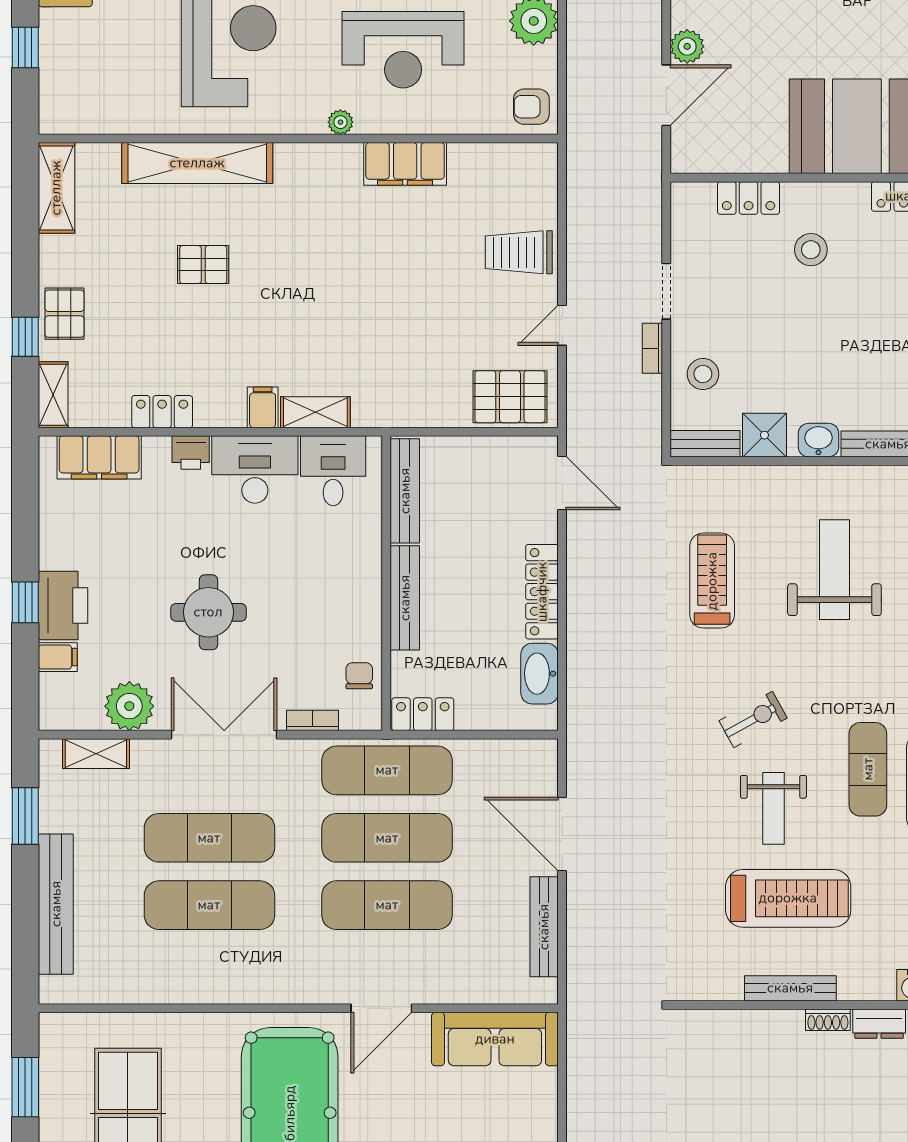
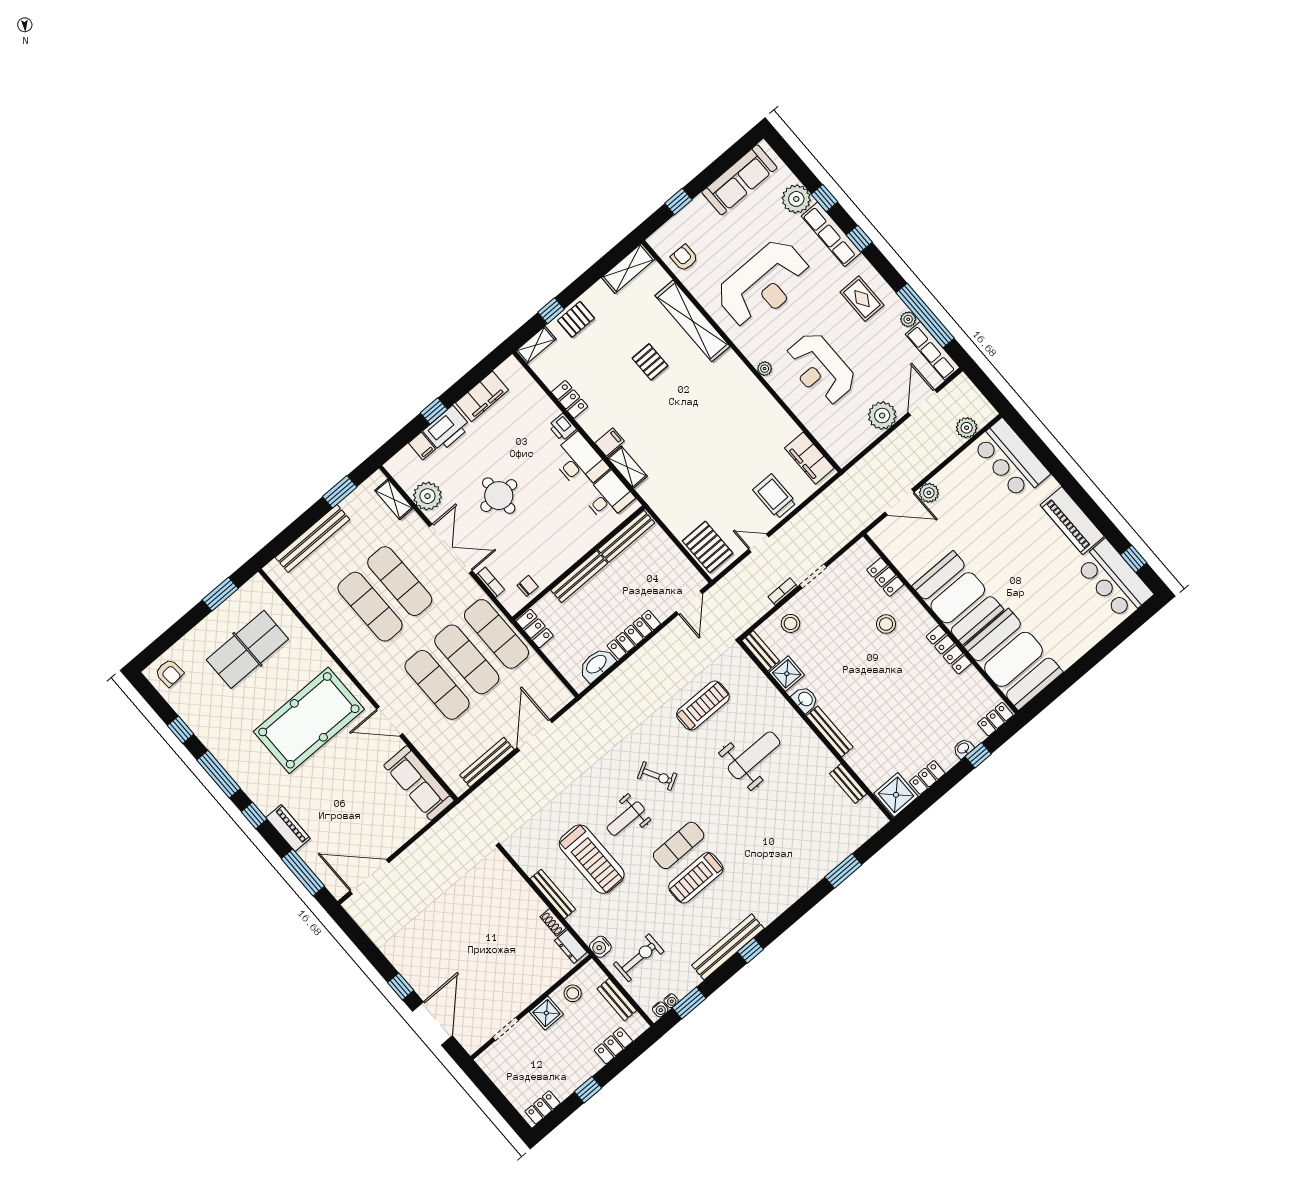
armchair: (531, 107) -> (684, 258), moved
filing cabinet: (405, 164) -> (809, 458), moved
filing cabinet: (99, 457) -> (482, 396), moved, turned -90

